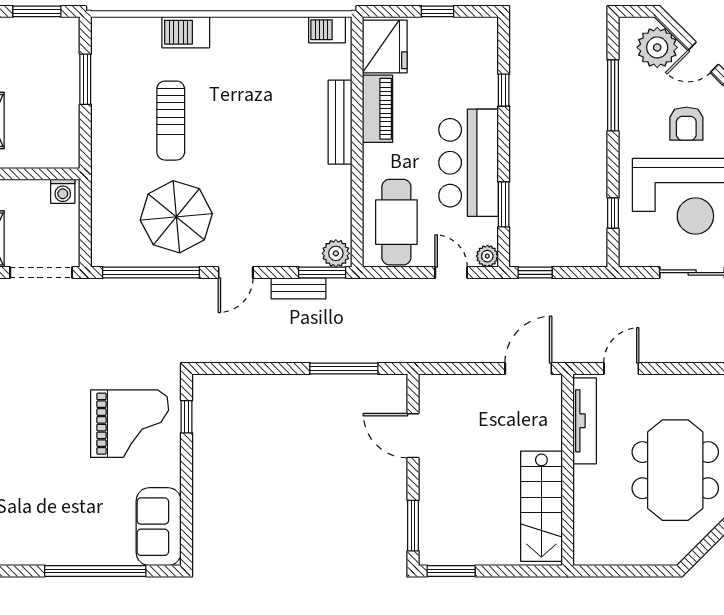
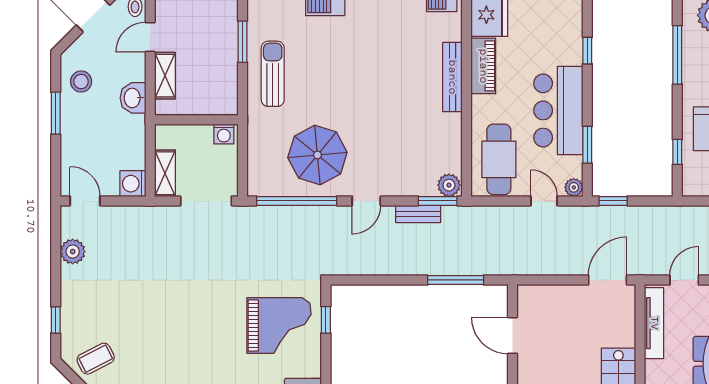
sun lounger: (171, 121) -> (273, 74), moved, turned 180

